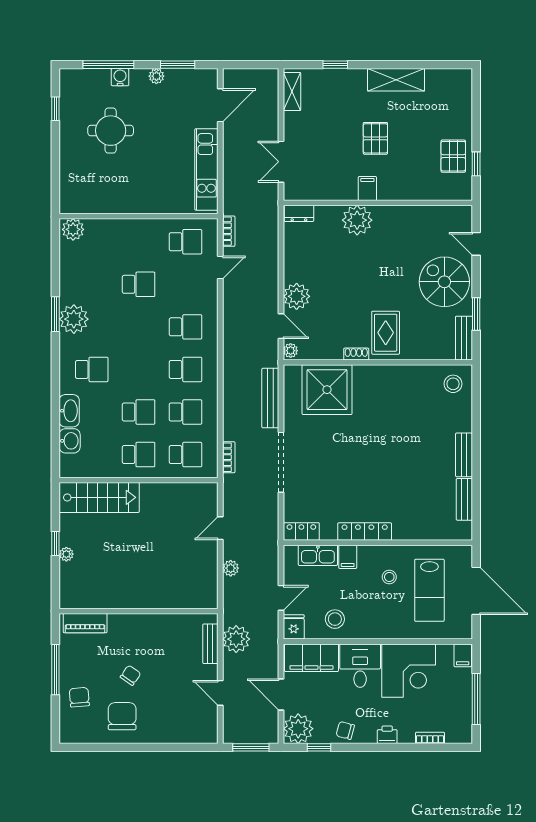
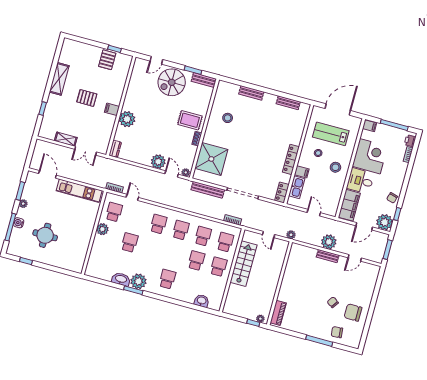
shelving: (292, 92) -> (66, 139), moved
pallet: (453, 156) -> (107, 60), turned 90
plant: (73, 229) -> (102, 229), moved
door: (281, 326) -> (172, 174), hinge flipped
stool: (453, 384) -> (228, 118), moved
washbasin: (69, 411) -> (121, 279), moved
bench: (464, 455) -> (251, 93), moved
stairs: (99, 497) -> (243, 264), moved
lab bench: (429, 590) -> (331, 134), turned 180
wall: (139, 611) -> (280, 283), moved
stool: (335, 619) -> (335, 167), moved
piano: (85, 623) -> (278, 313), moved
fridge: (294, 627) -> (331, 210), removed
printer: (387, 735) -> (410, 141), moved

